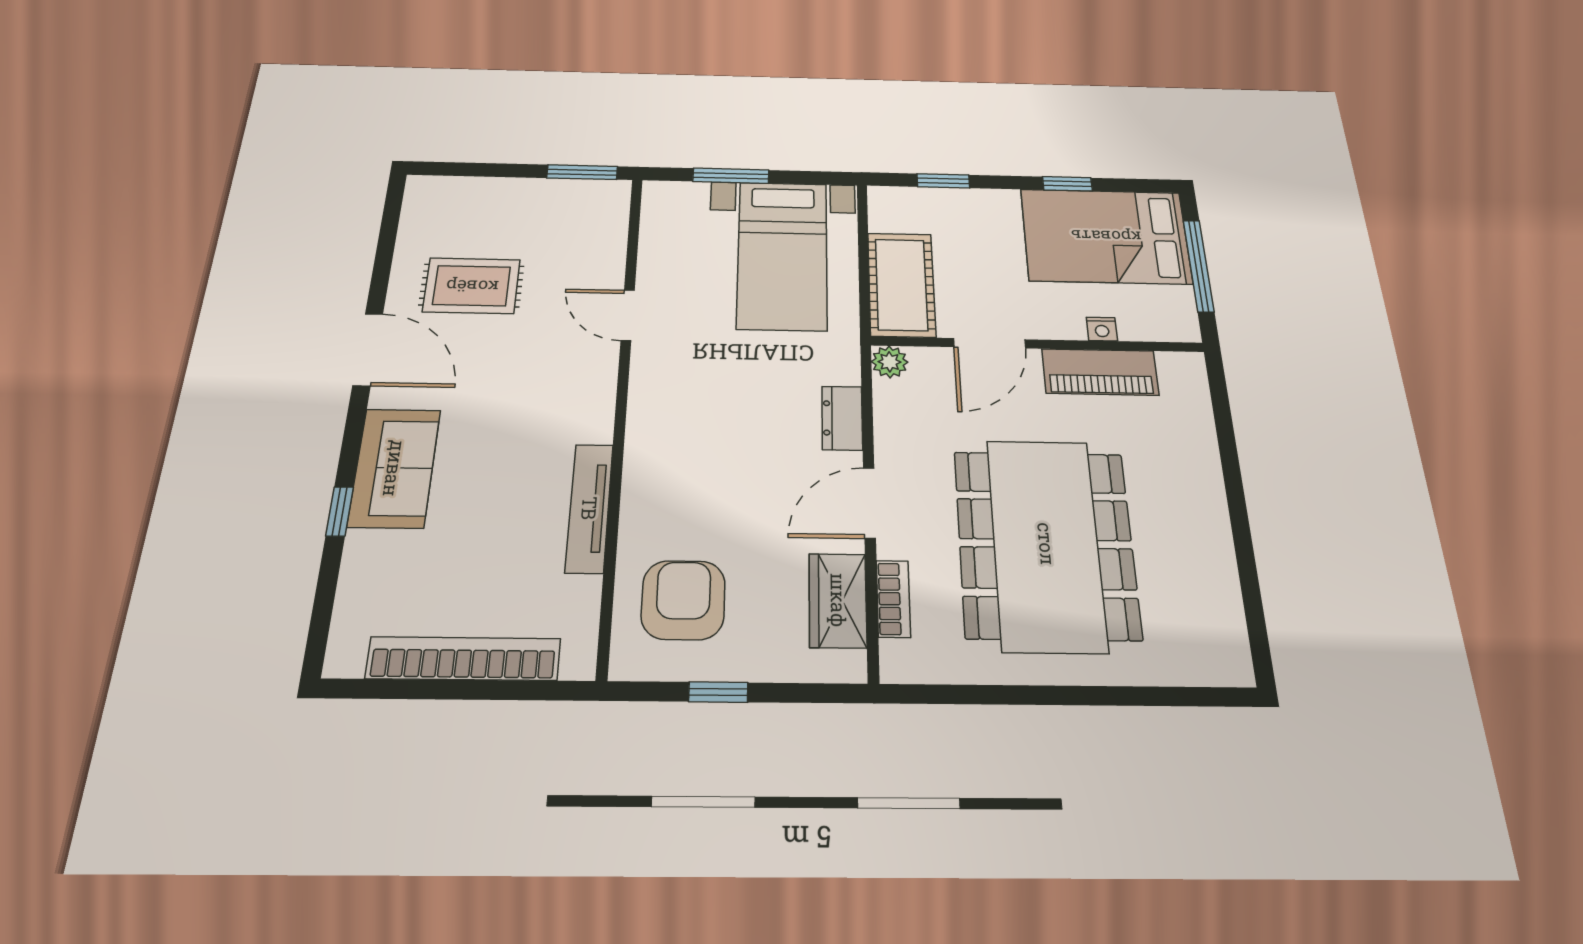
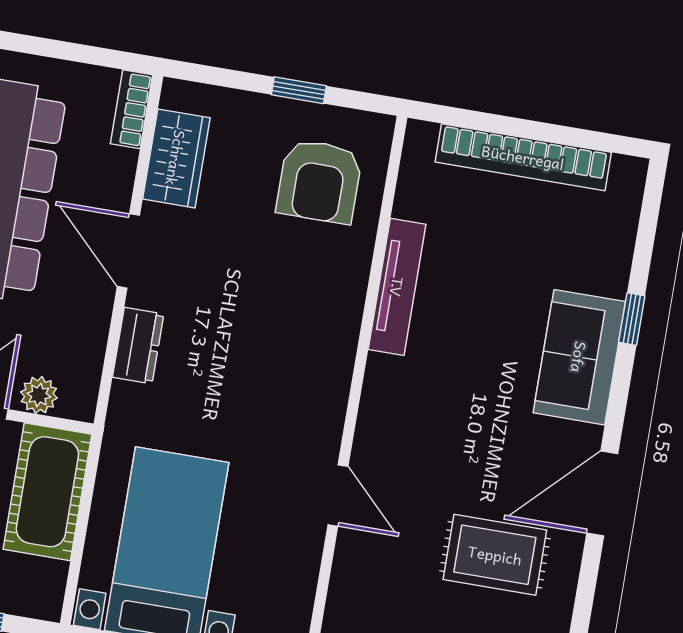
door: (368, 349) -> (602, 493), hinge flipped
plant: (890, 362) -> (39, 395), moved
door: (869, 503) -> (128, 251), swing flipped
bookcase: (893, 599) -> (132, 109), moved

